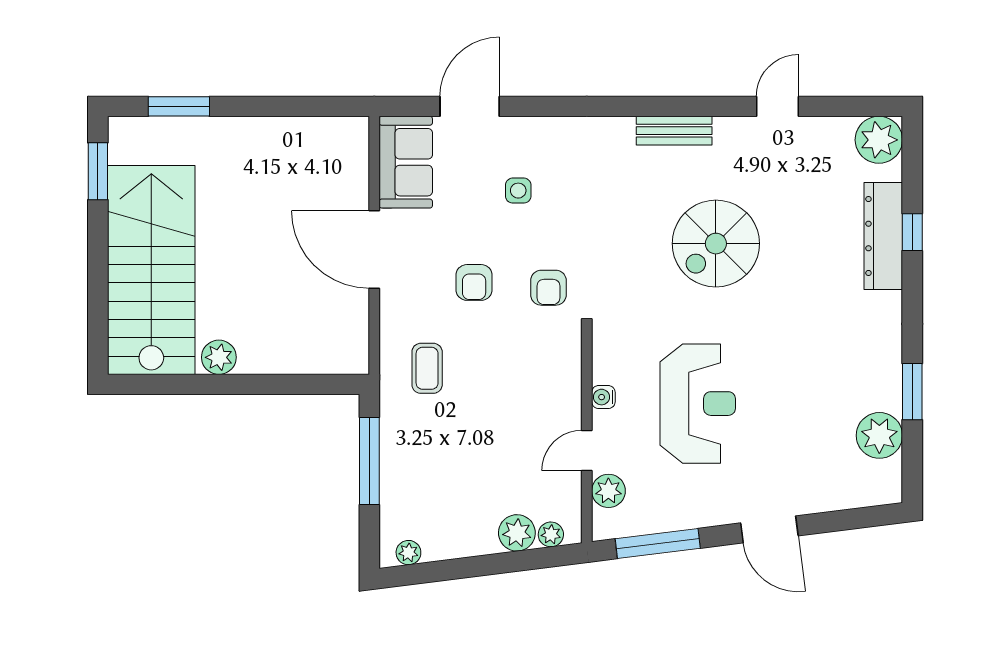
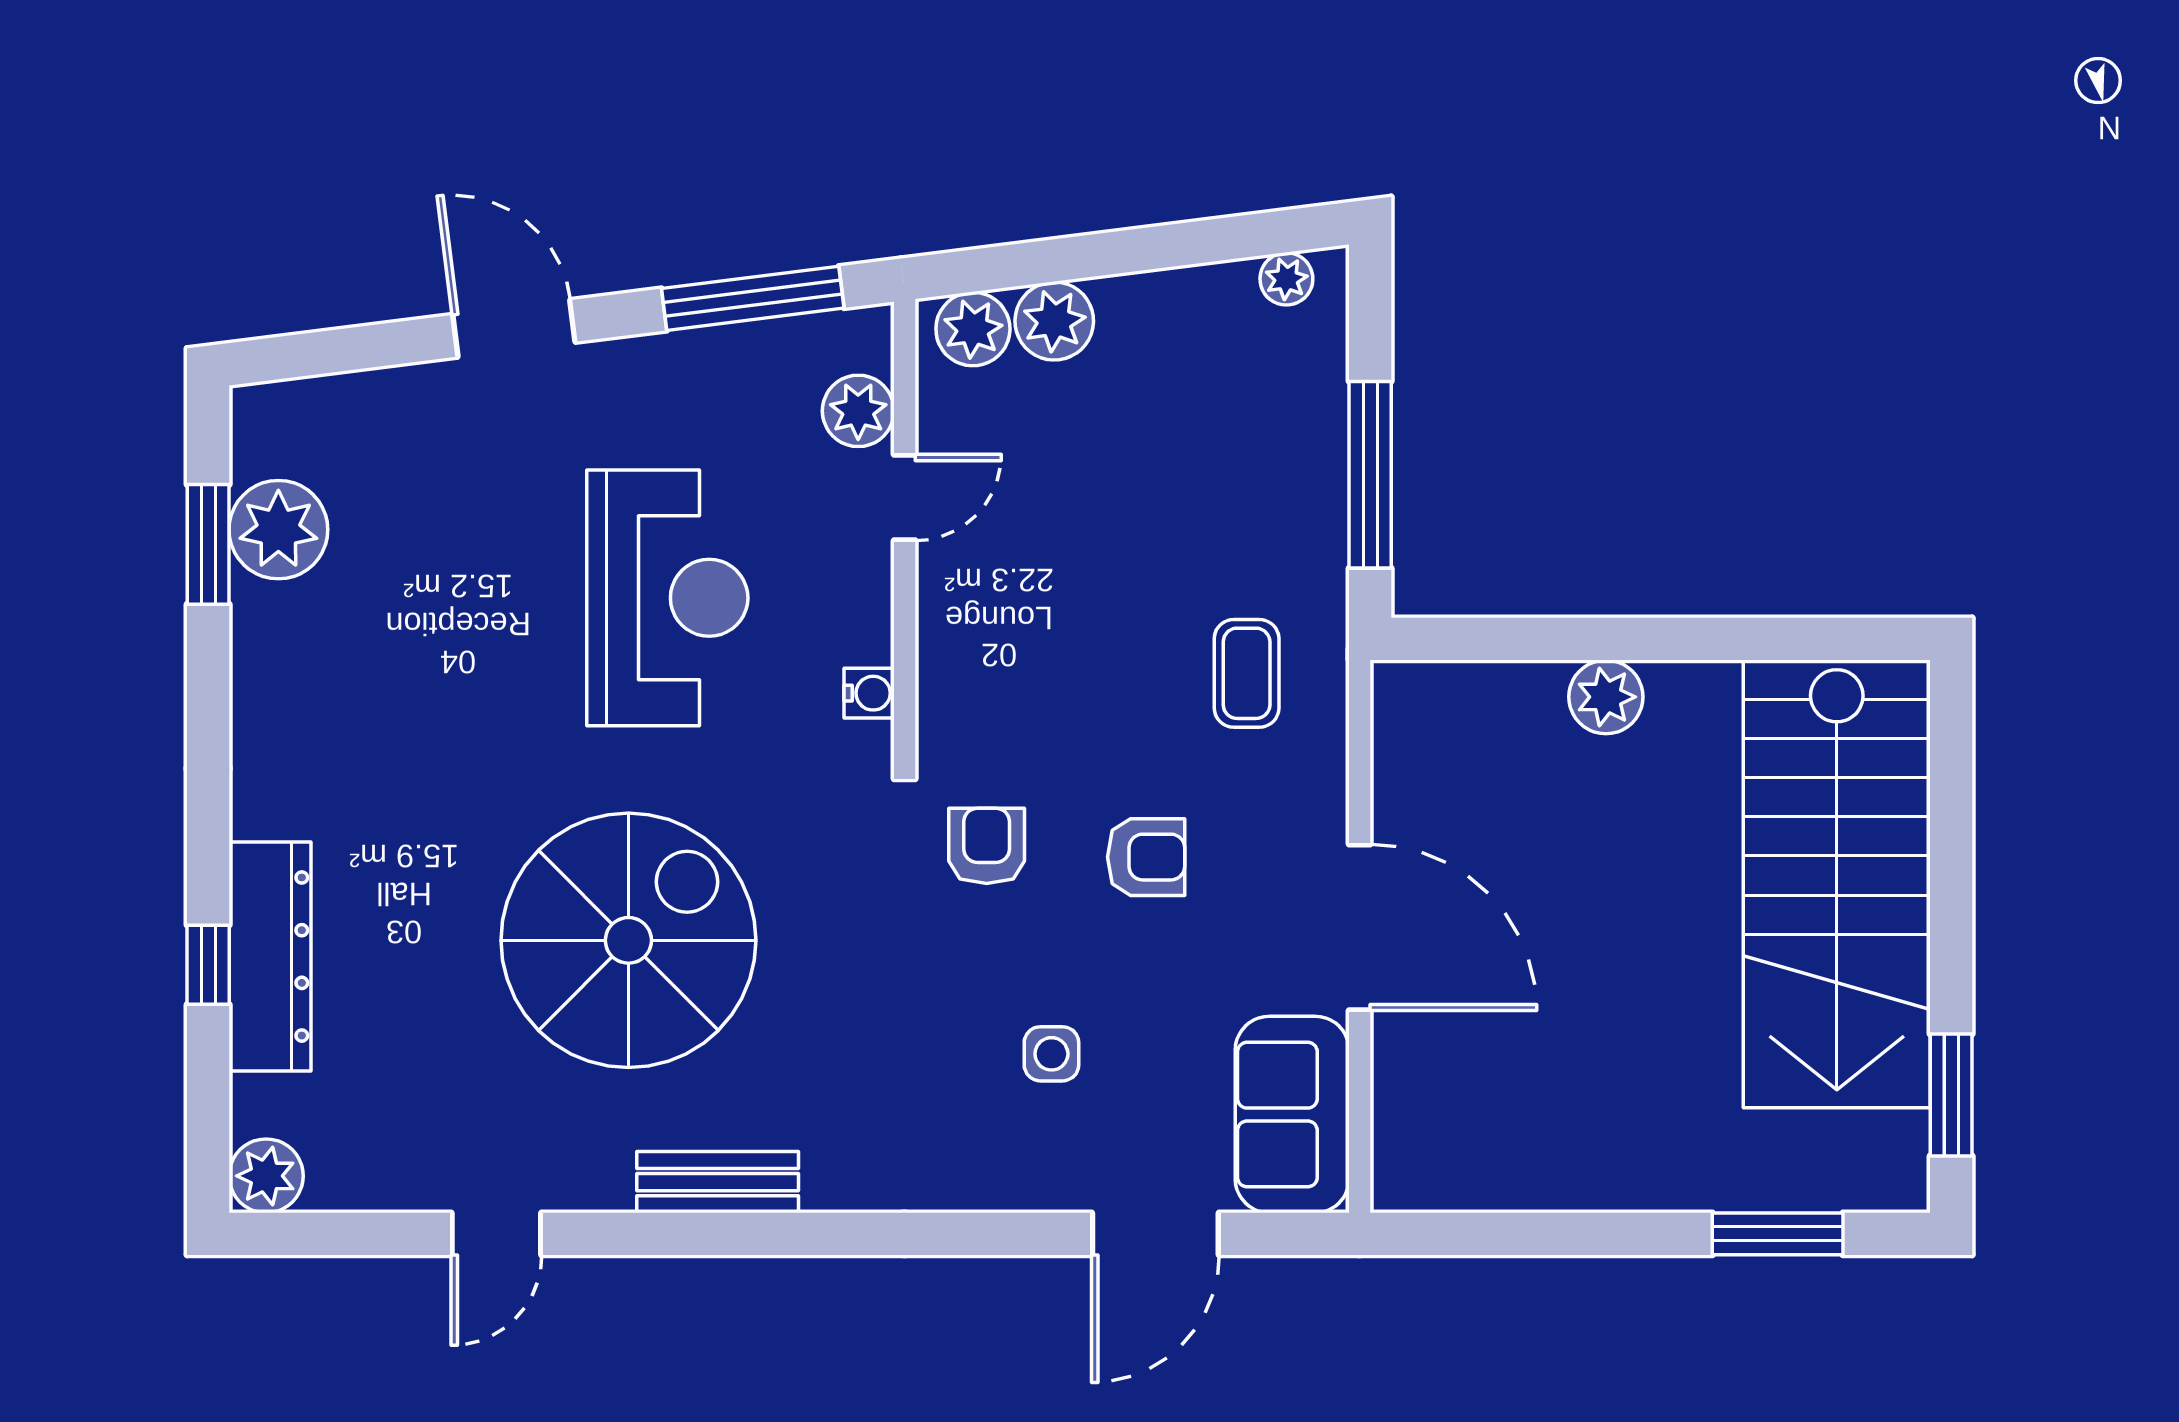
plant: (879, 140) -> (266, 1176), width x0.73, depth x0.73
spiral stairs: (716, 244) -> (628, 940), width x1.37, depth x1.37
armchair: (474, 282) -> (1146, 857), turned 90
plant: (219, 357) -> (1606, 697), moved
window: (912, 392) -> (208, 544), moved
water cooler: (603, 397) -> (869, 693), moved
reception desk: (698, 404) -> (667, 598), turned 180
plant: (551, 534) -> (973, 329), width x1.38, depth x1.38

